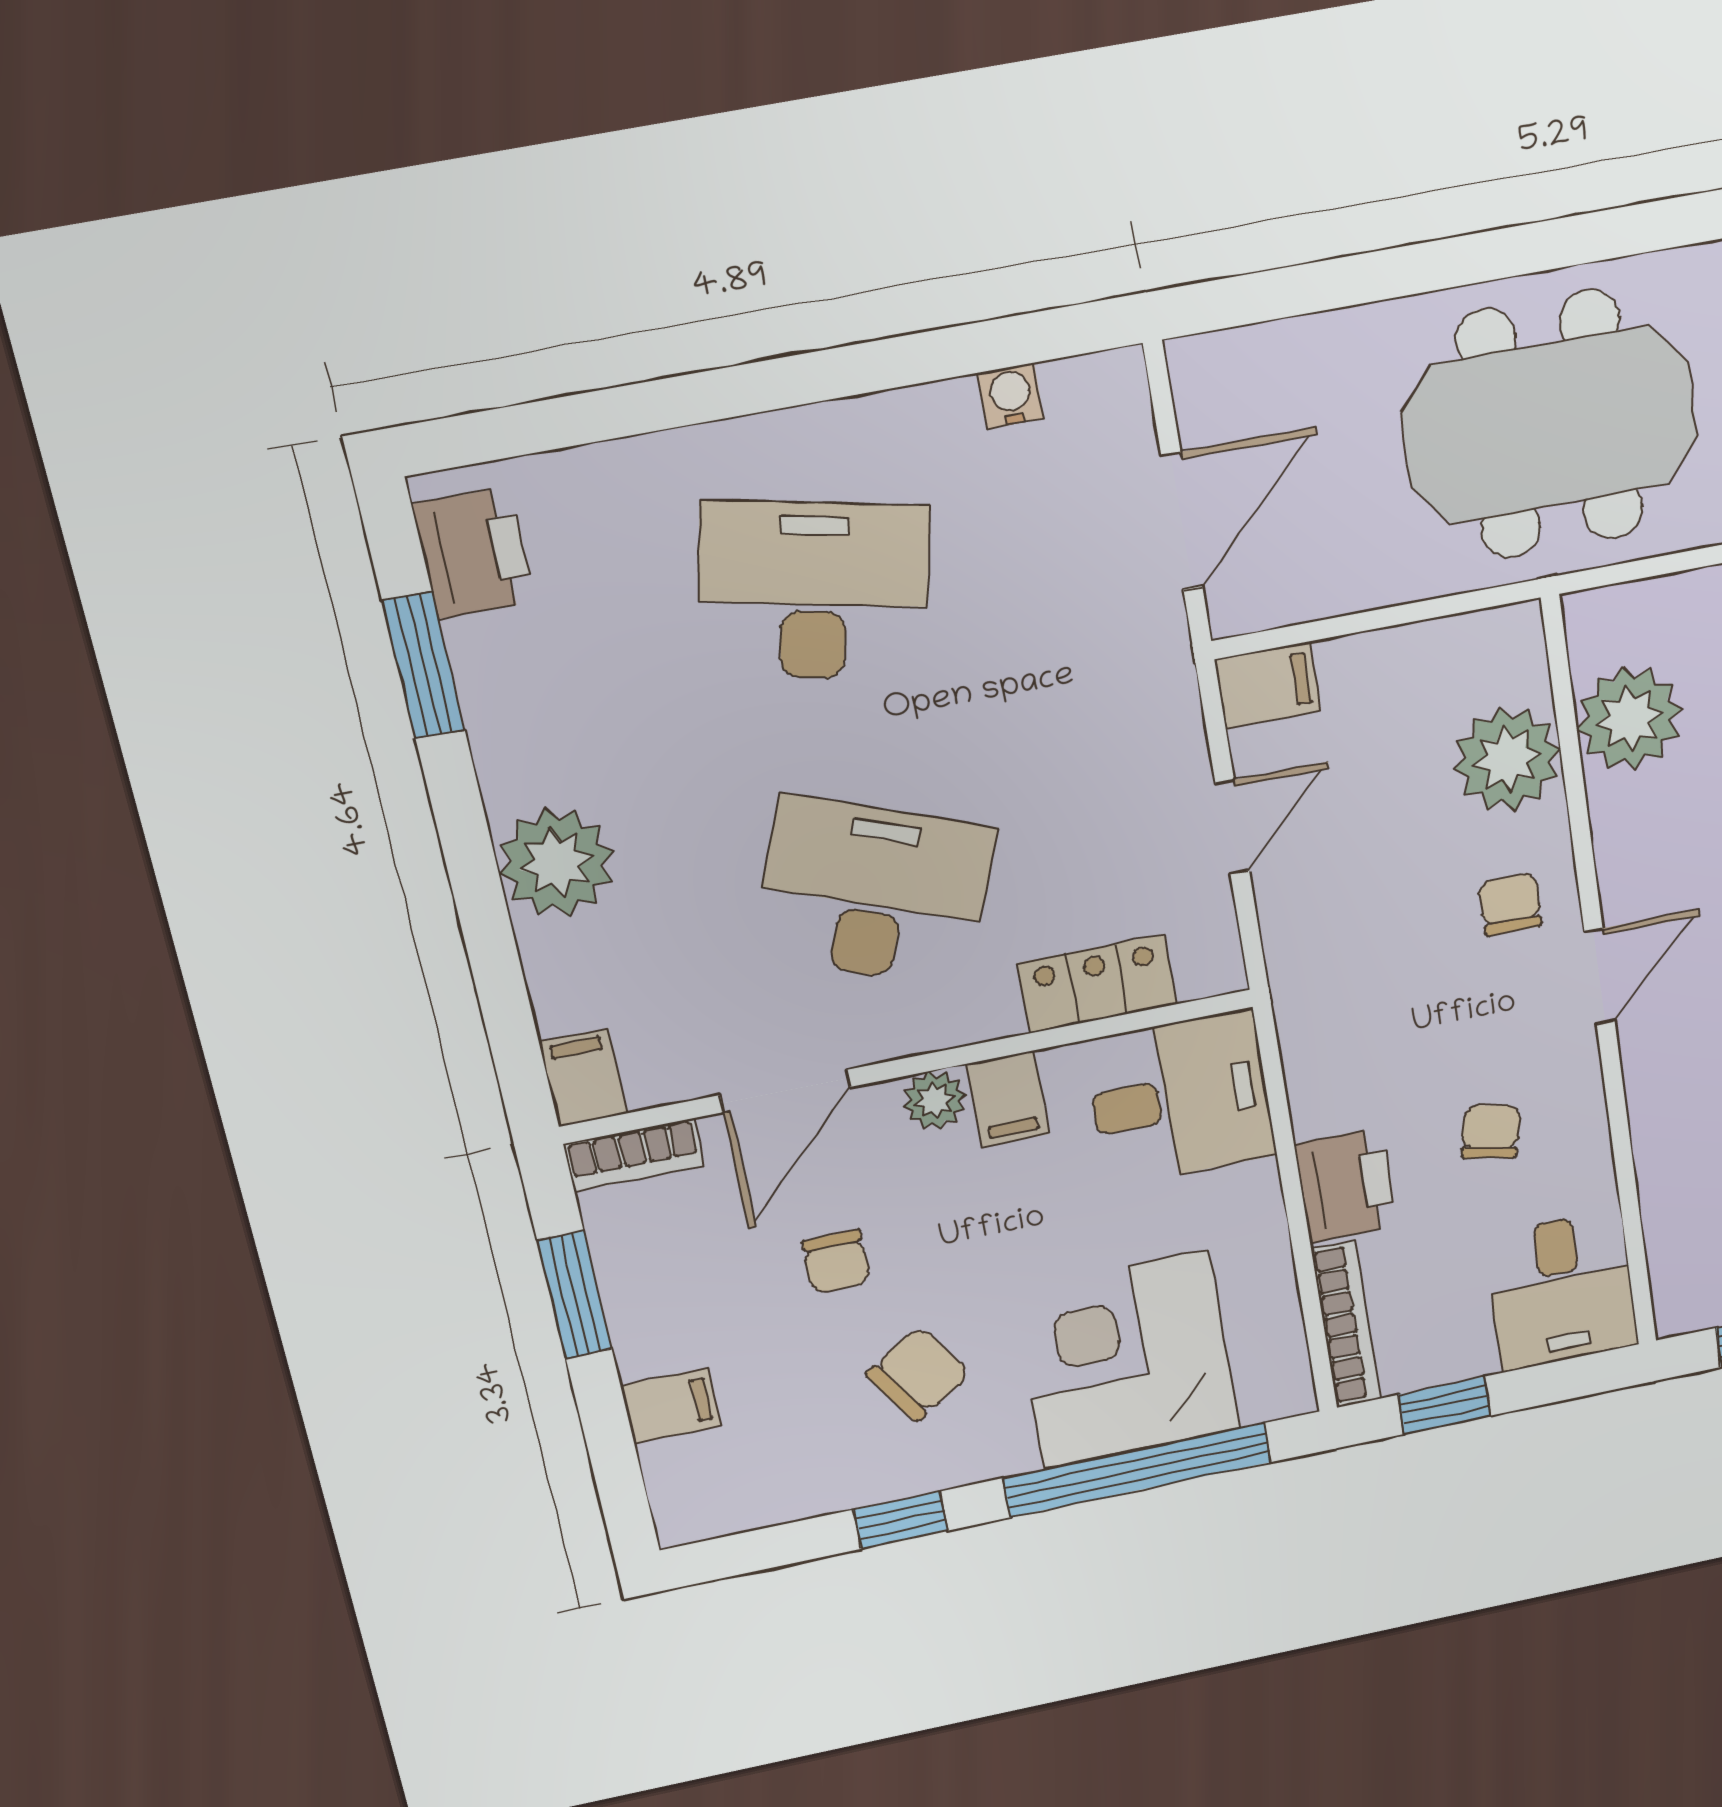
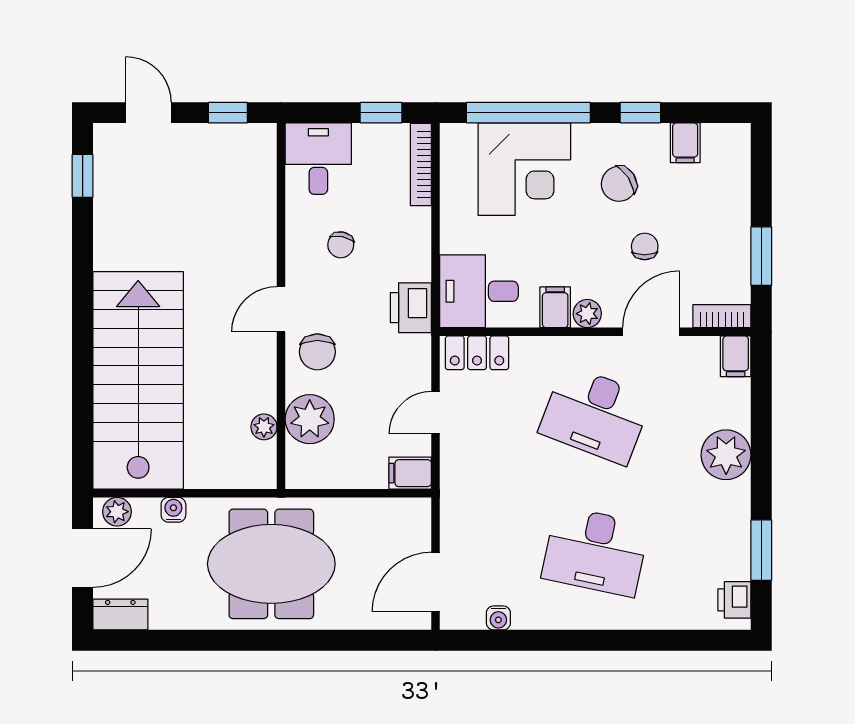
door: (1182, 521) -> (436, 582), moved
printer: (474, 553) -> (734, 600), width x0.73, depth x0.81
plant: (1629, 719) -> (264, 427), width x0.53, depth x0.53
chair: (1510, 904) -> (317, 352), width x1.37, depth x1.37
locker: (1097, 984) -> (477, 353), moved
printer: (1346, 1185) -> (411, 308), moved
filing cabinet: (671, 1406) -> (685, 143), moved, turned -90

